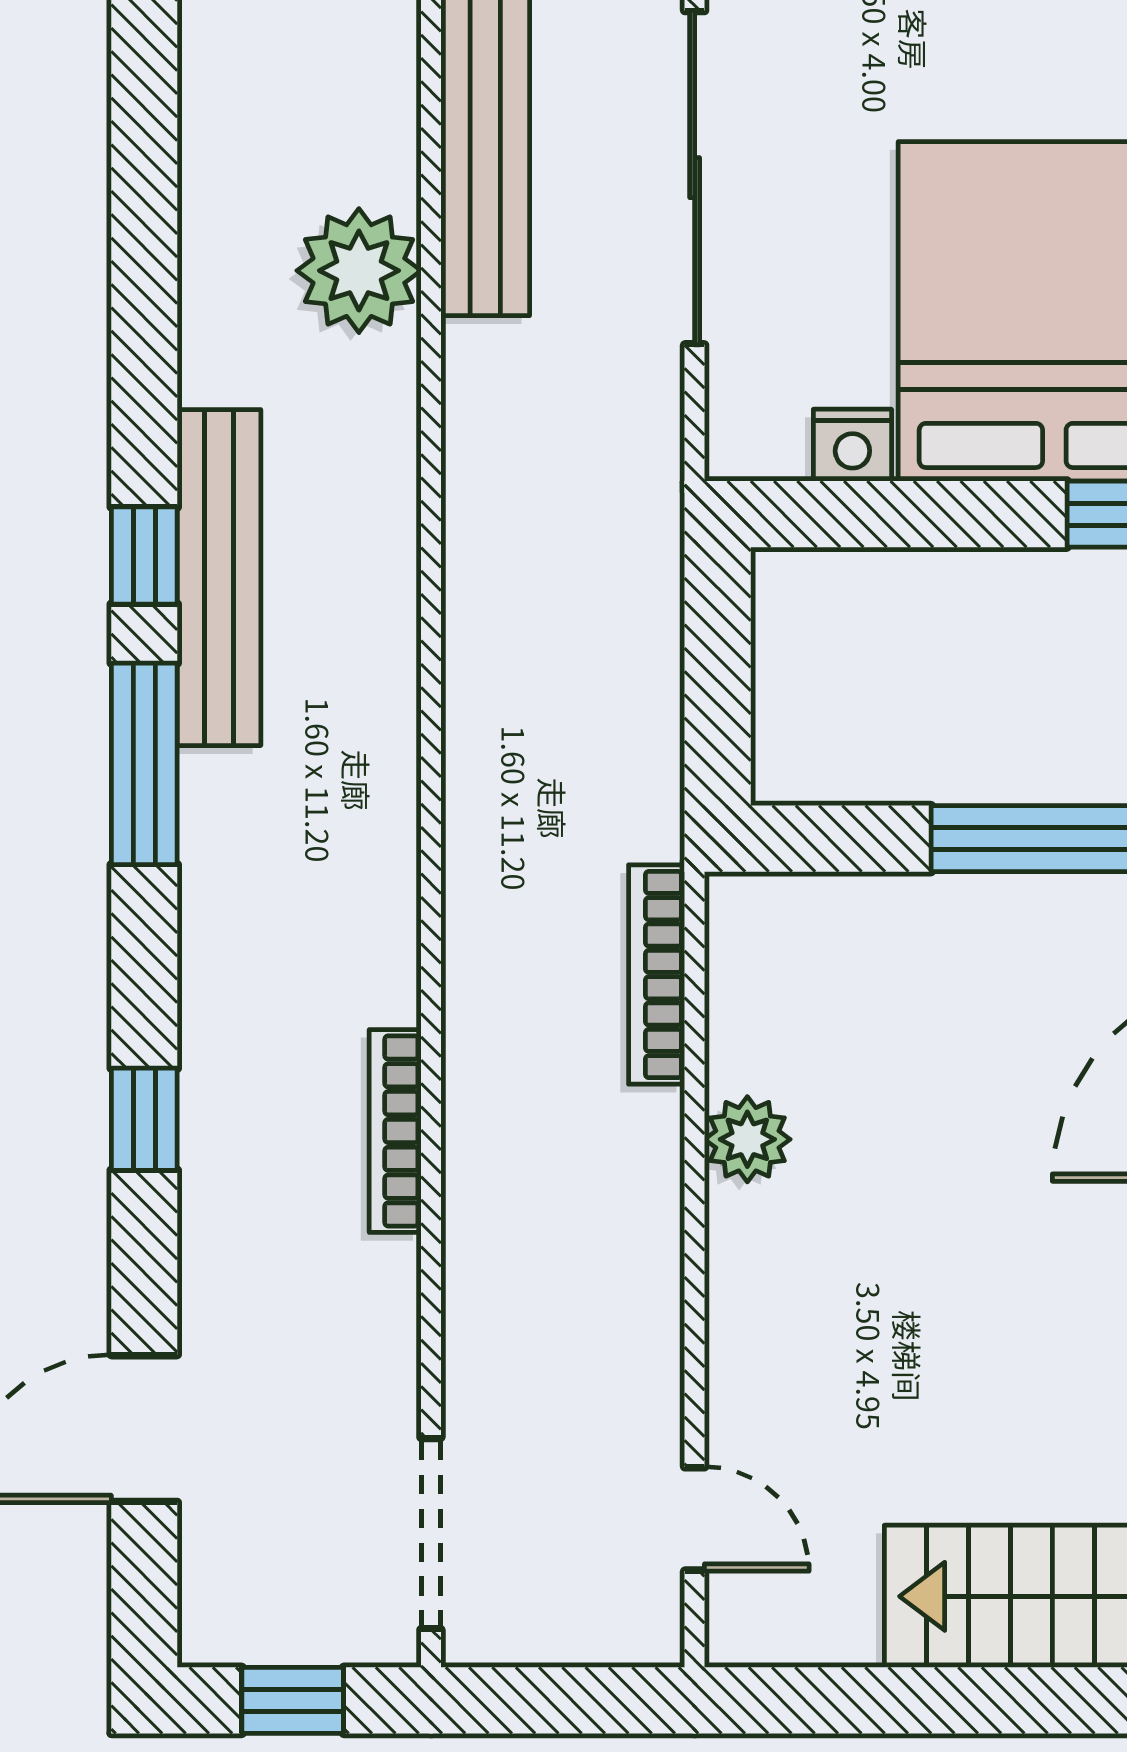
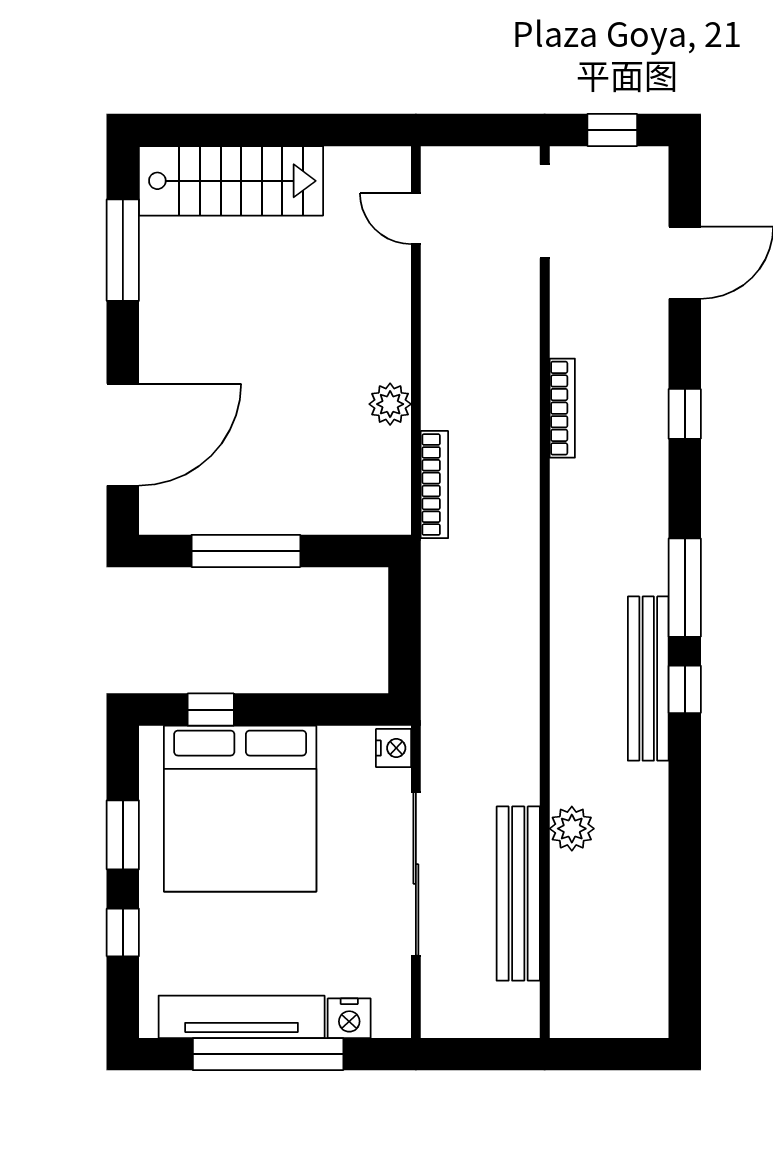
plant: (359, 271) -> (572, 829), width x0.73, depth x0.73
nightstand: (852, 445) -> (393, 748), moved, turned 90

